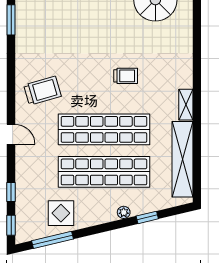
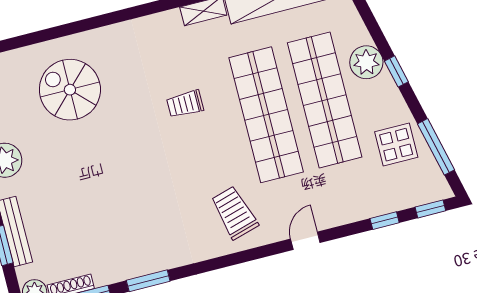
trolley: (126, 76) -> (185, 104), turned -90
plant: (124, 212) -> (366, 62), width x1.88, depth x1.88
window: (147, 217) -> (396, 71), moved

